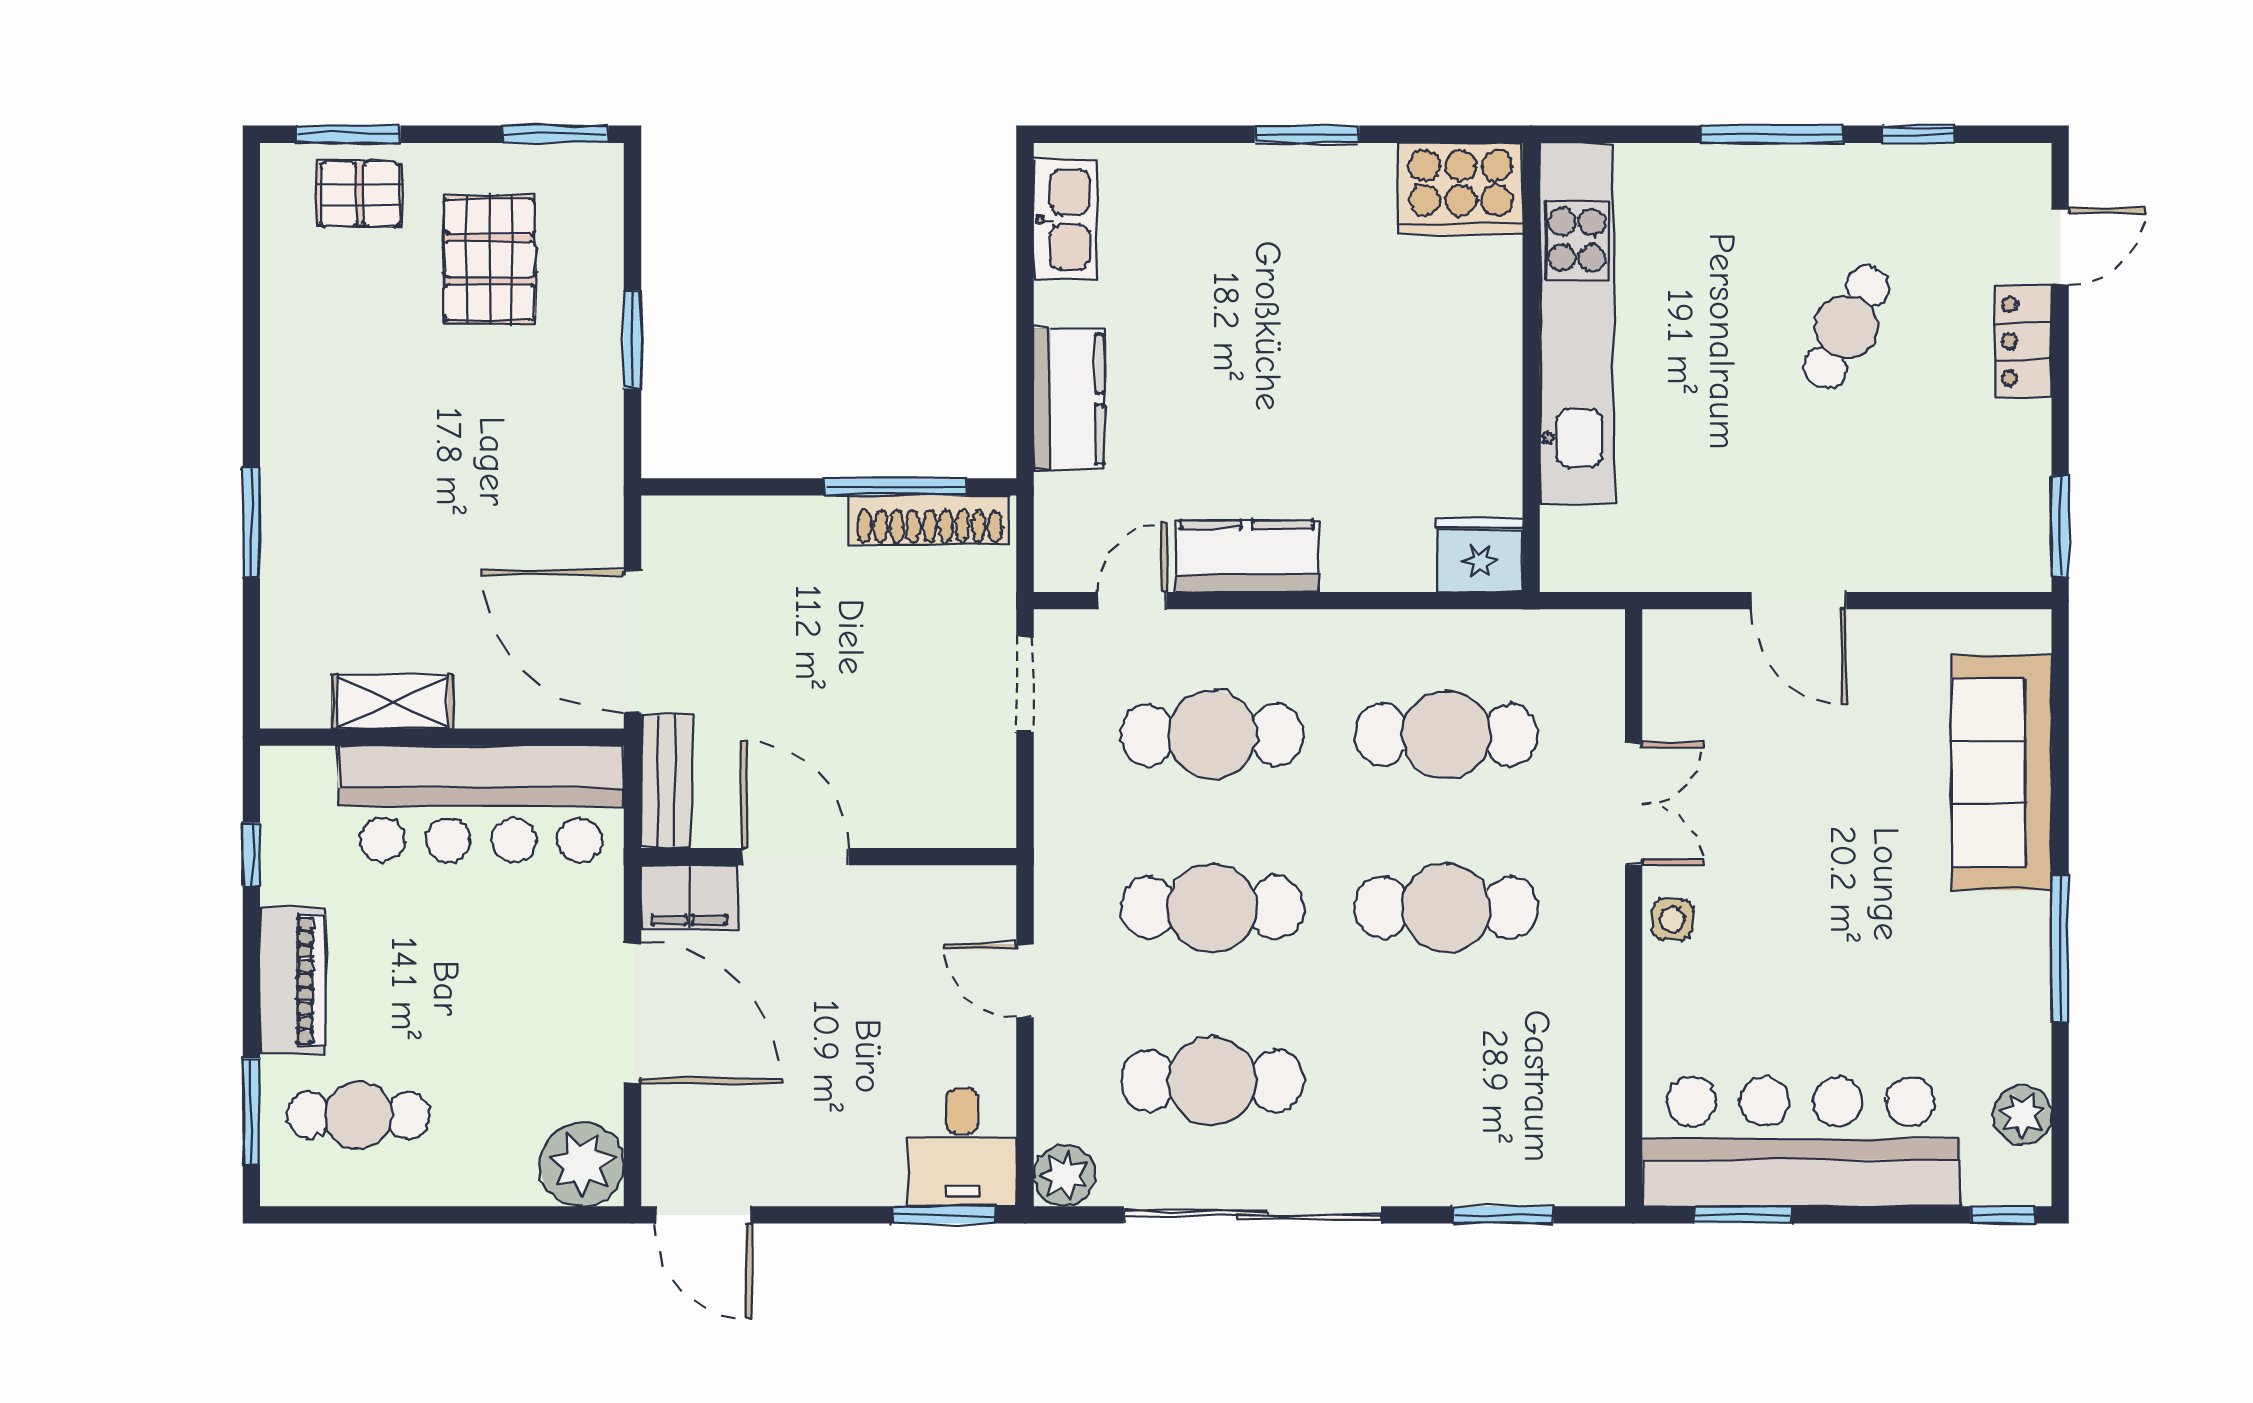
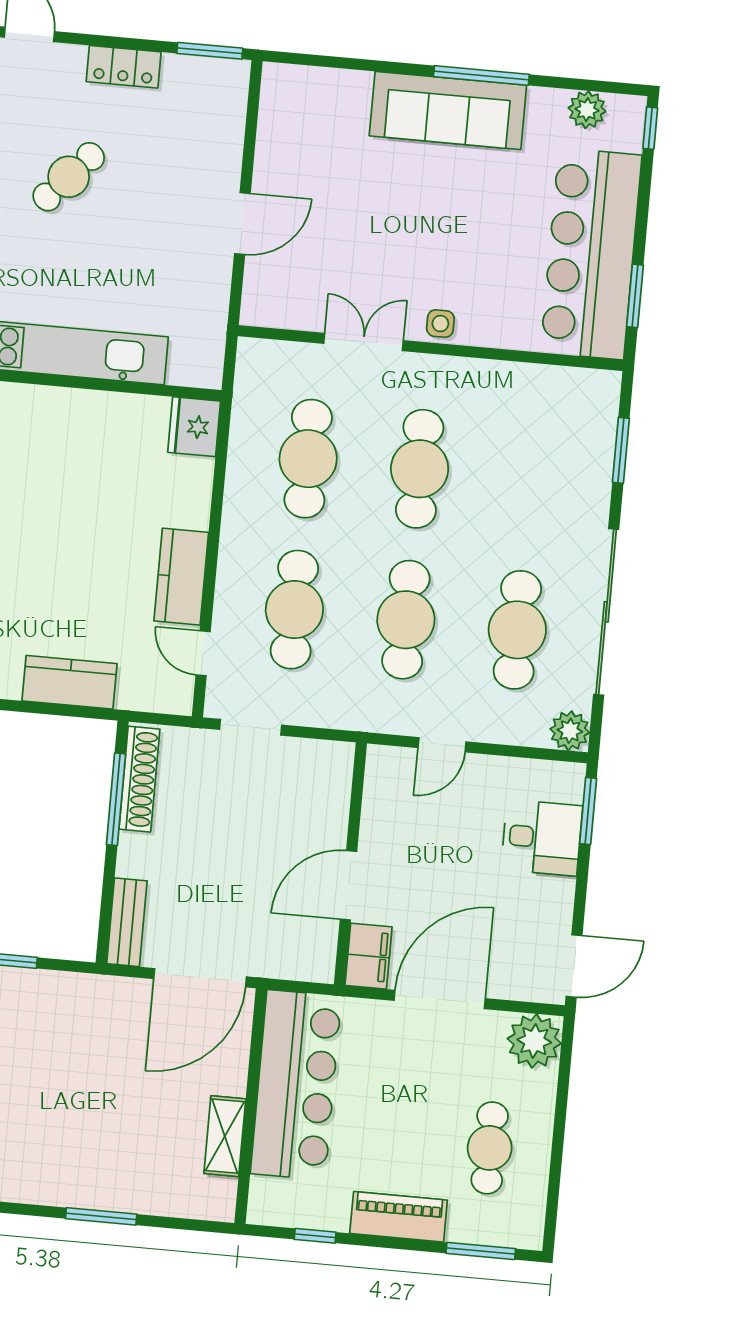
cafe table: (1847, 327) -> (69, 177), turned -76
locker: (2024, 341) -> (124, 67), moved
sofa: (2002, 772) -> (448, 110), moved
bench: (666, 781) -> (127, 922), moved, turned 90
cafe table: (358, 1115) -> (490, 1148), moved
desk: (962, 1148) -> (542, 838), moved

